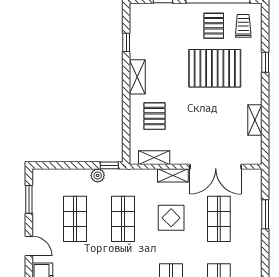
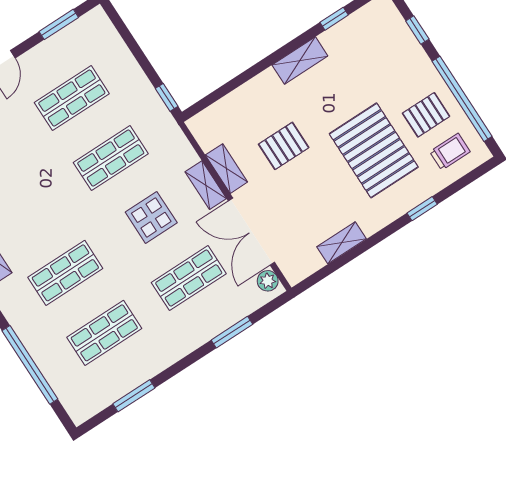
pallet: (155, 116) -> (284, 146), moved
shelving: (154, 158) -> (226, 169), moved
plant: (98, 175) -> (268, 281), moved

